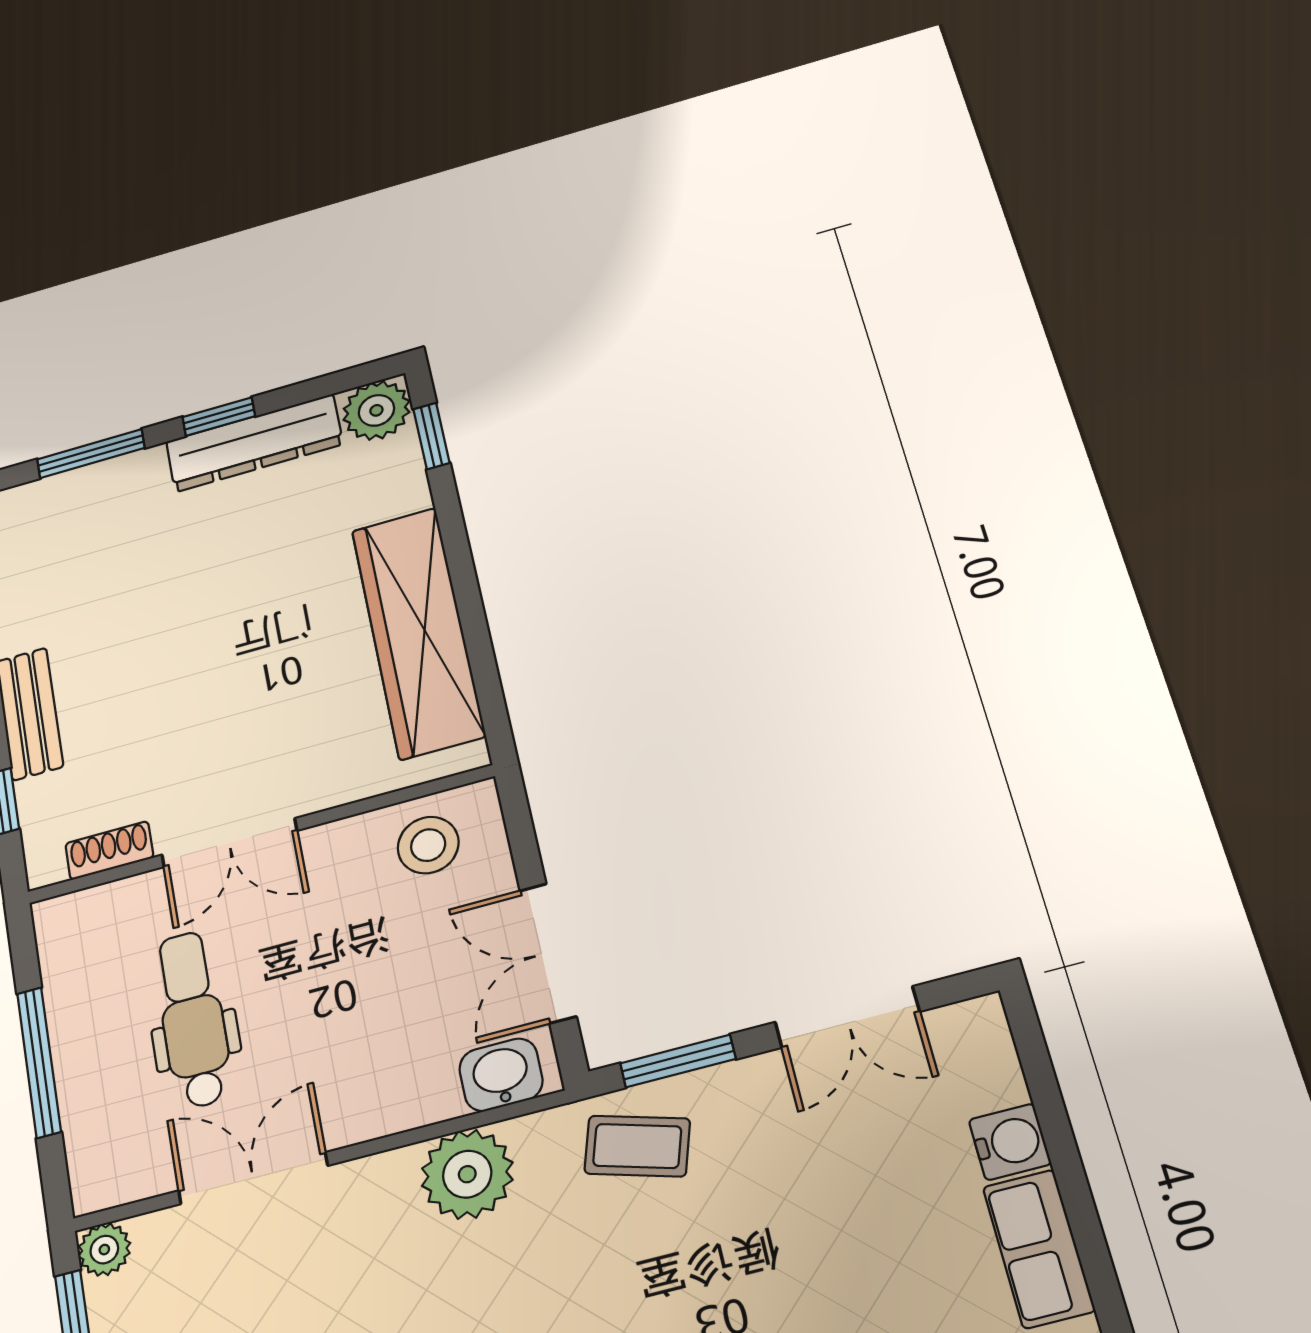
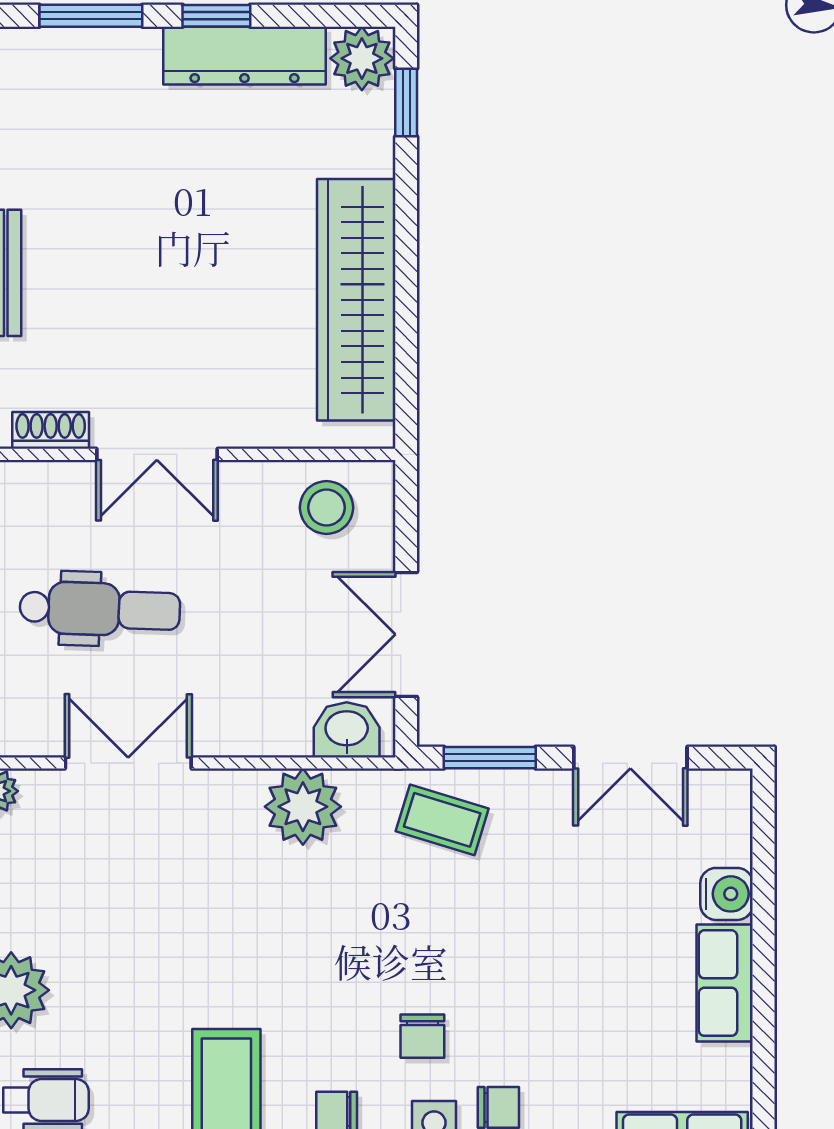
dental chair: (193, 1019) -> (100, 609), turned 92

